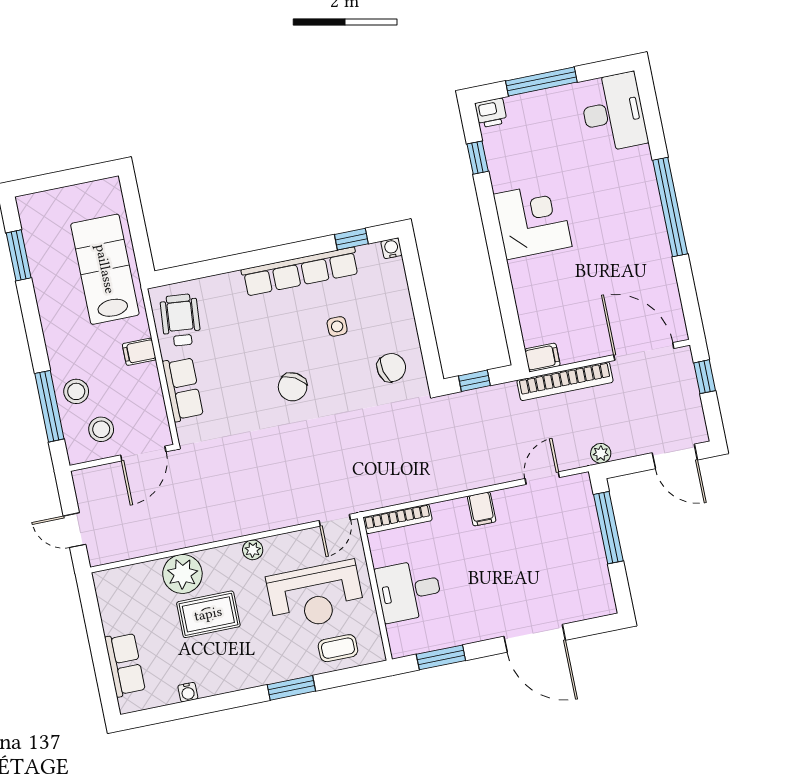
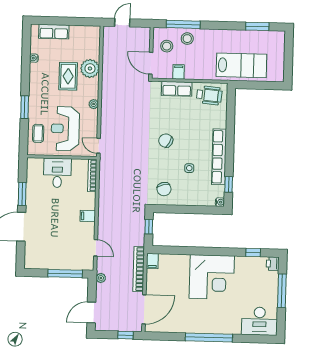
corner desk: (533, 220) -> (212, 277), width x1.36, depth x1.36
filing cabinet: (139, 352) -> (178, 72), moved
window: (441, 657) -> (22, 194), moved

